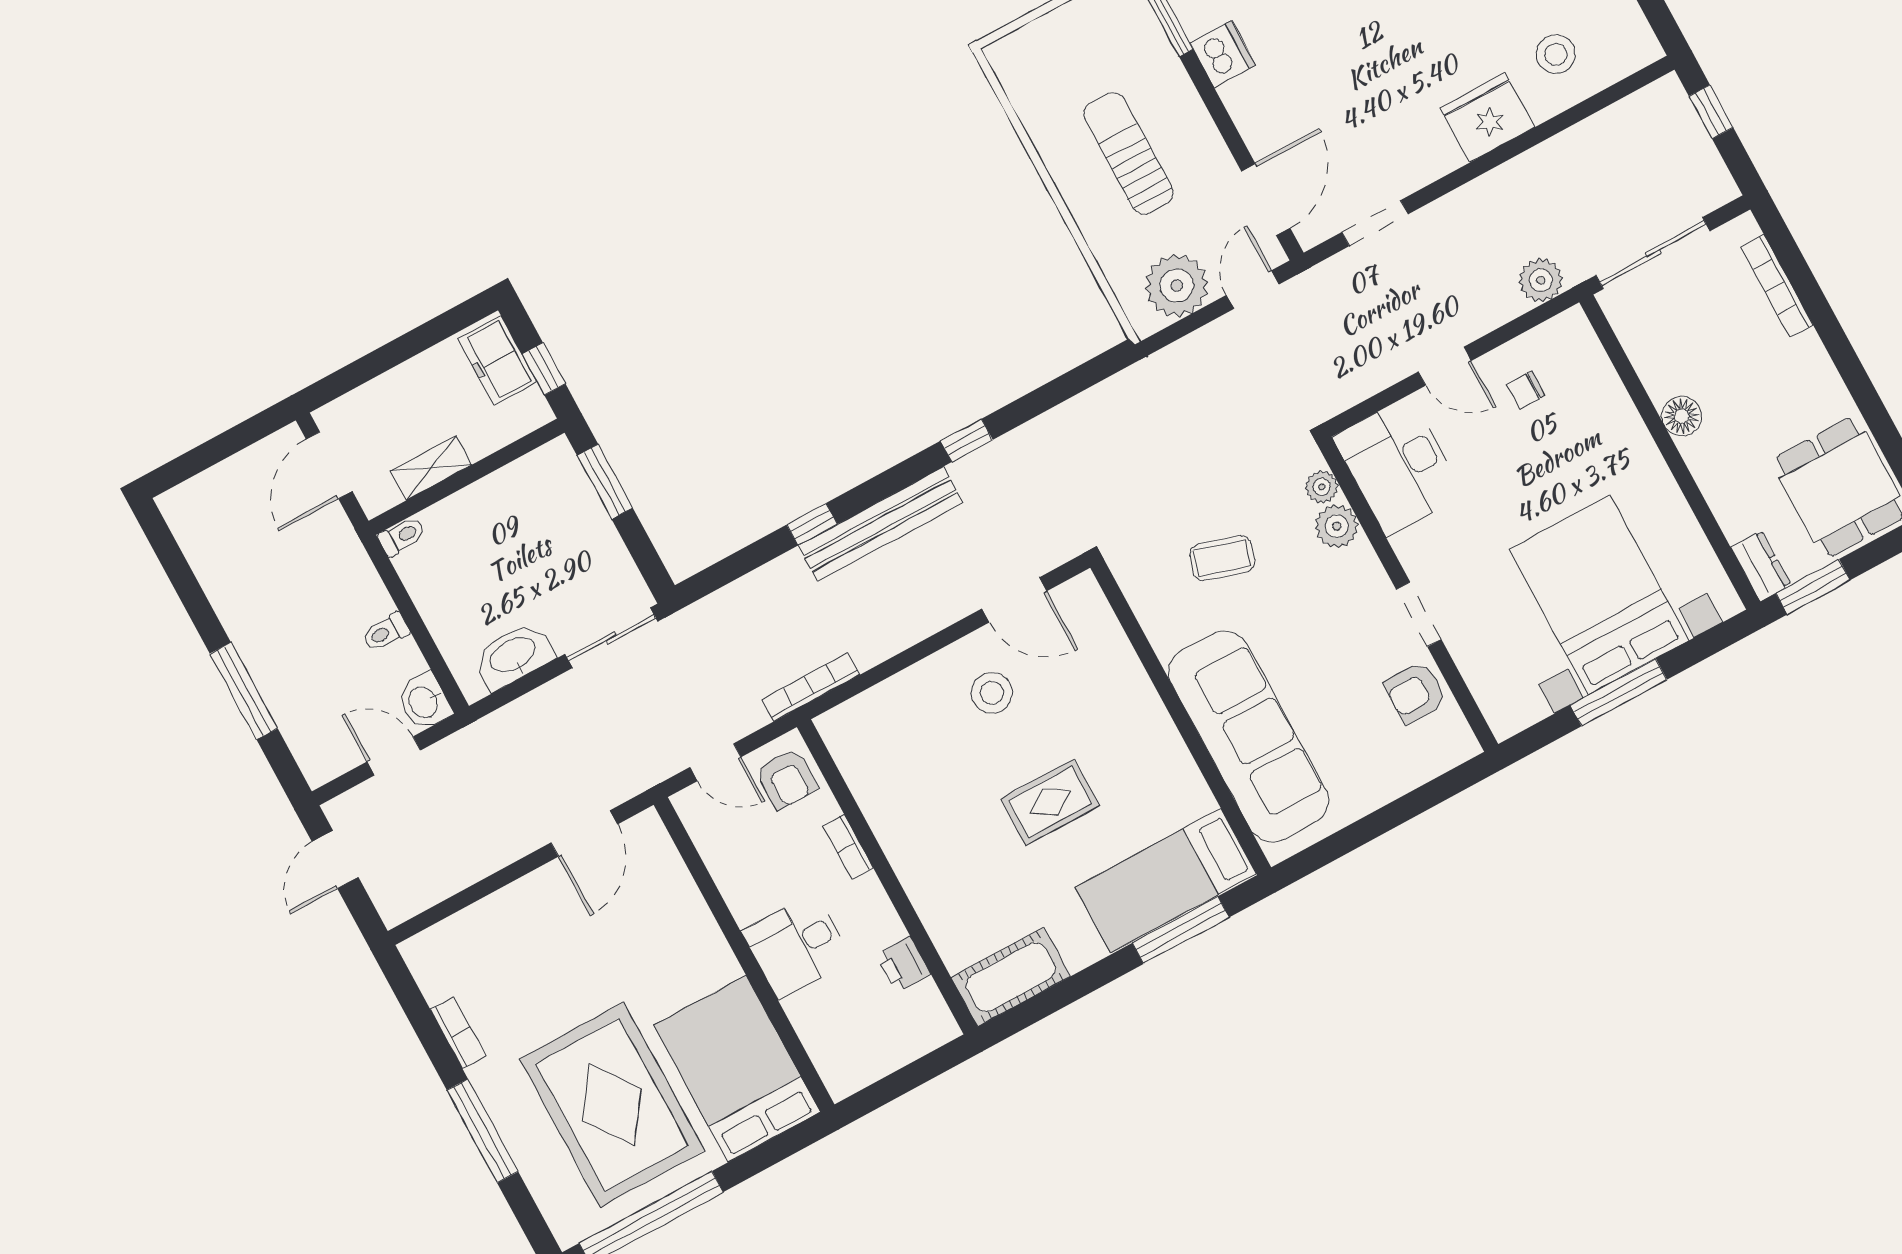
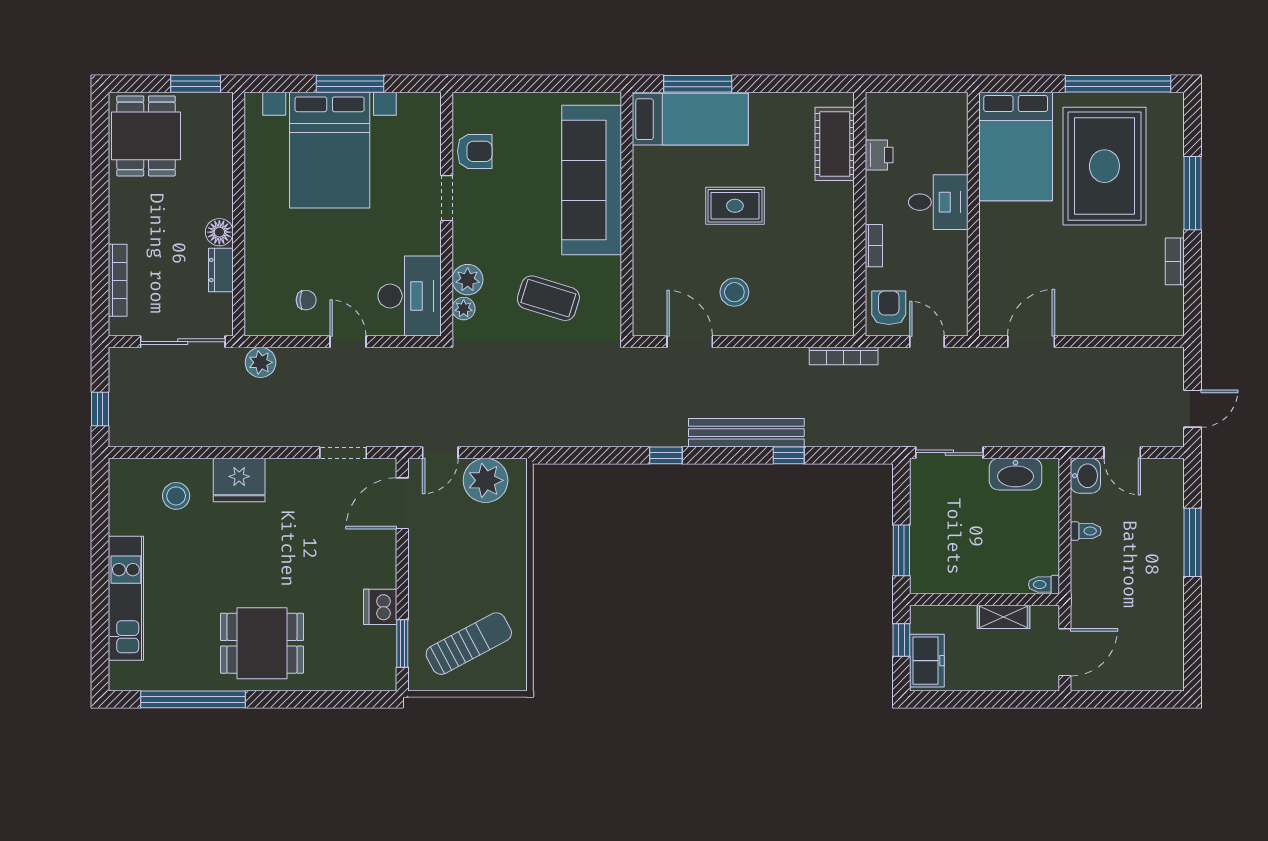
sun lounger: (1128, 153) -> (469, 644), moved, turned -118
coffee table: (1222, 558) -> (548, 298), width x1.36, depth x1.30
dresser: (1761, 566) -> (221, 270), moved
cot: (1011, 977) -> (835, 144), moved, turned 90

